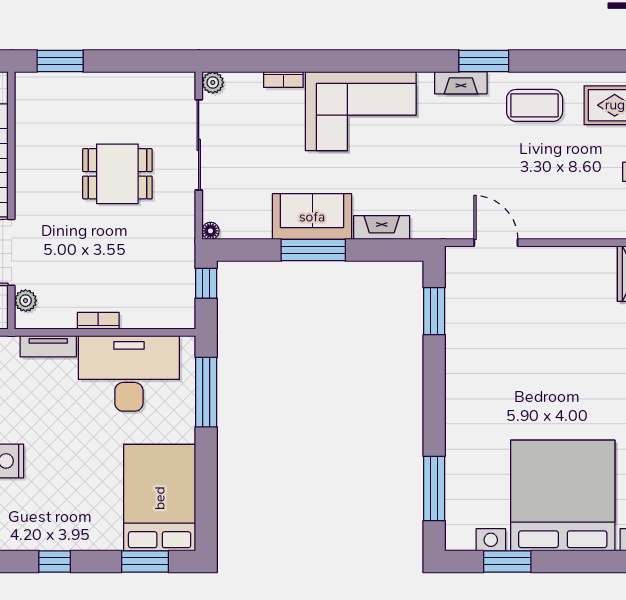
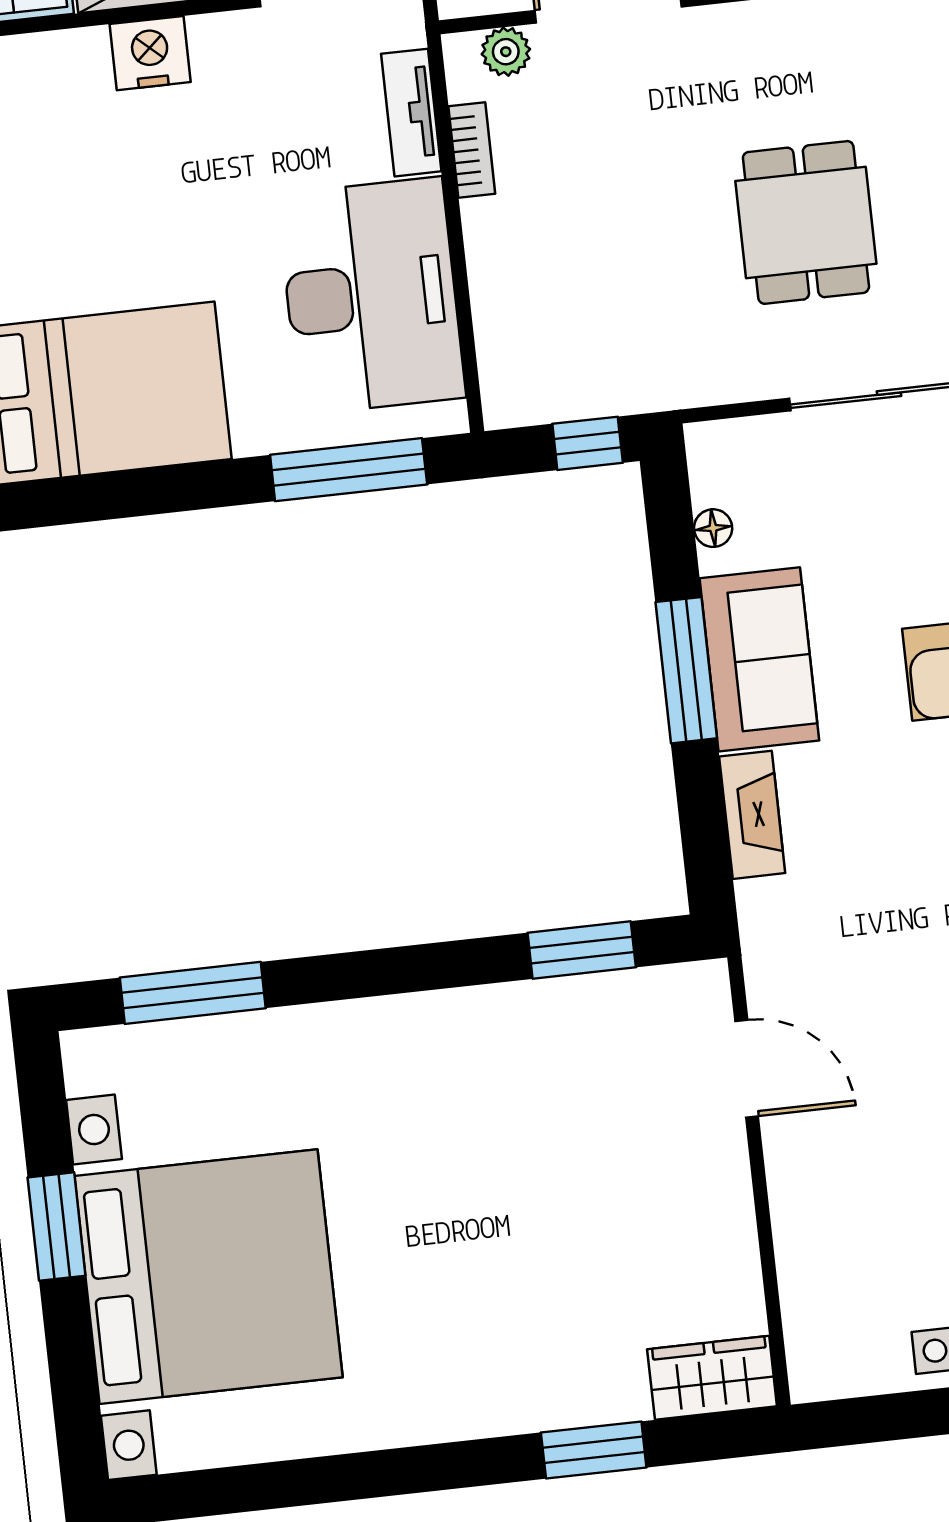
floor lamp: (210, 231) -> (713, 528), moved
door: (496, 243) -> (747, 1069), hinge flipped
bookcase: (98, 321) -> (472, 150), moved
window: (507, 561) -> (57, 1227), moved

